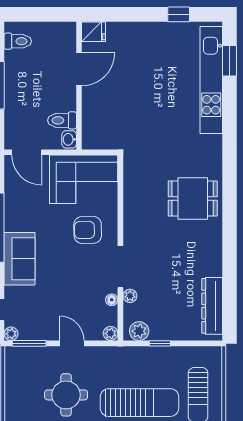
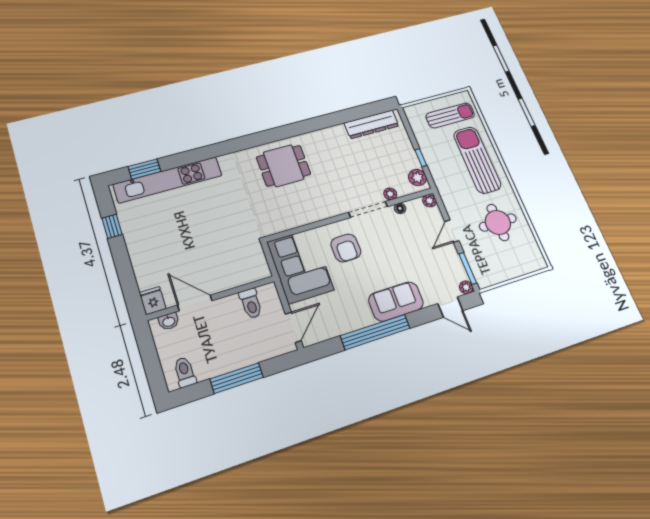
washbasin: (69, 139) -> (169, 321), moved
dining table: (193, 198) -> (284, 166), turned 90

